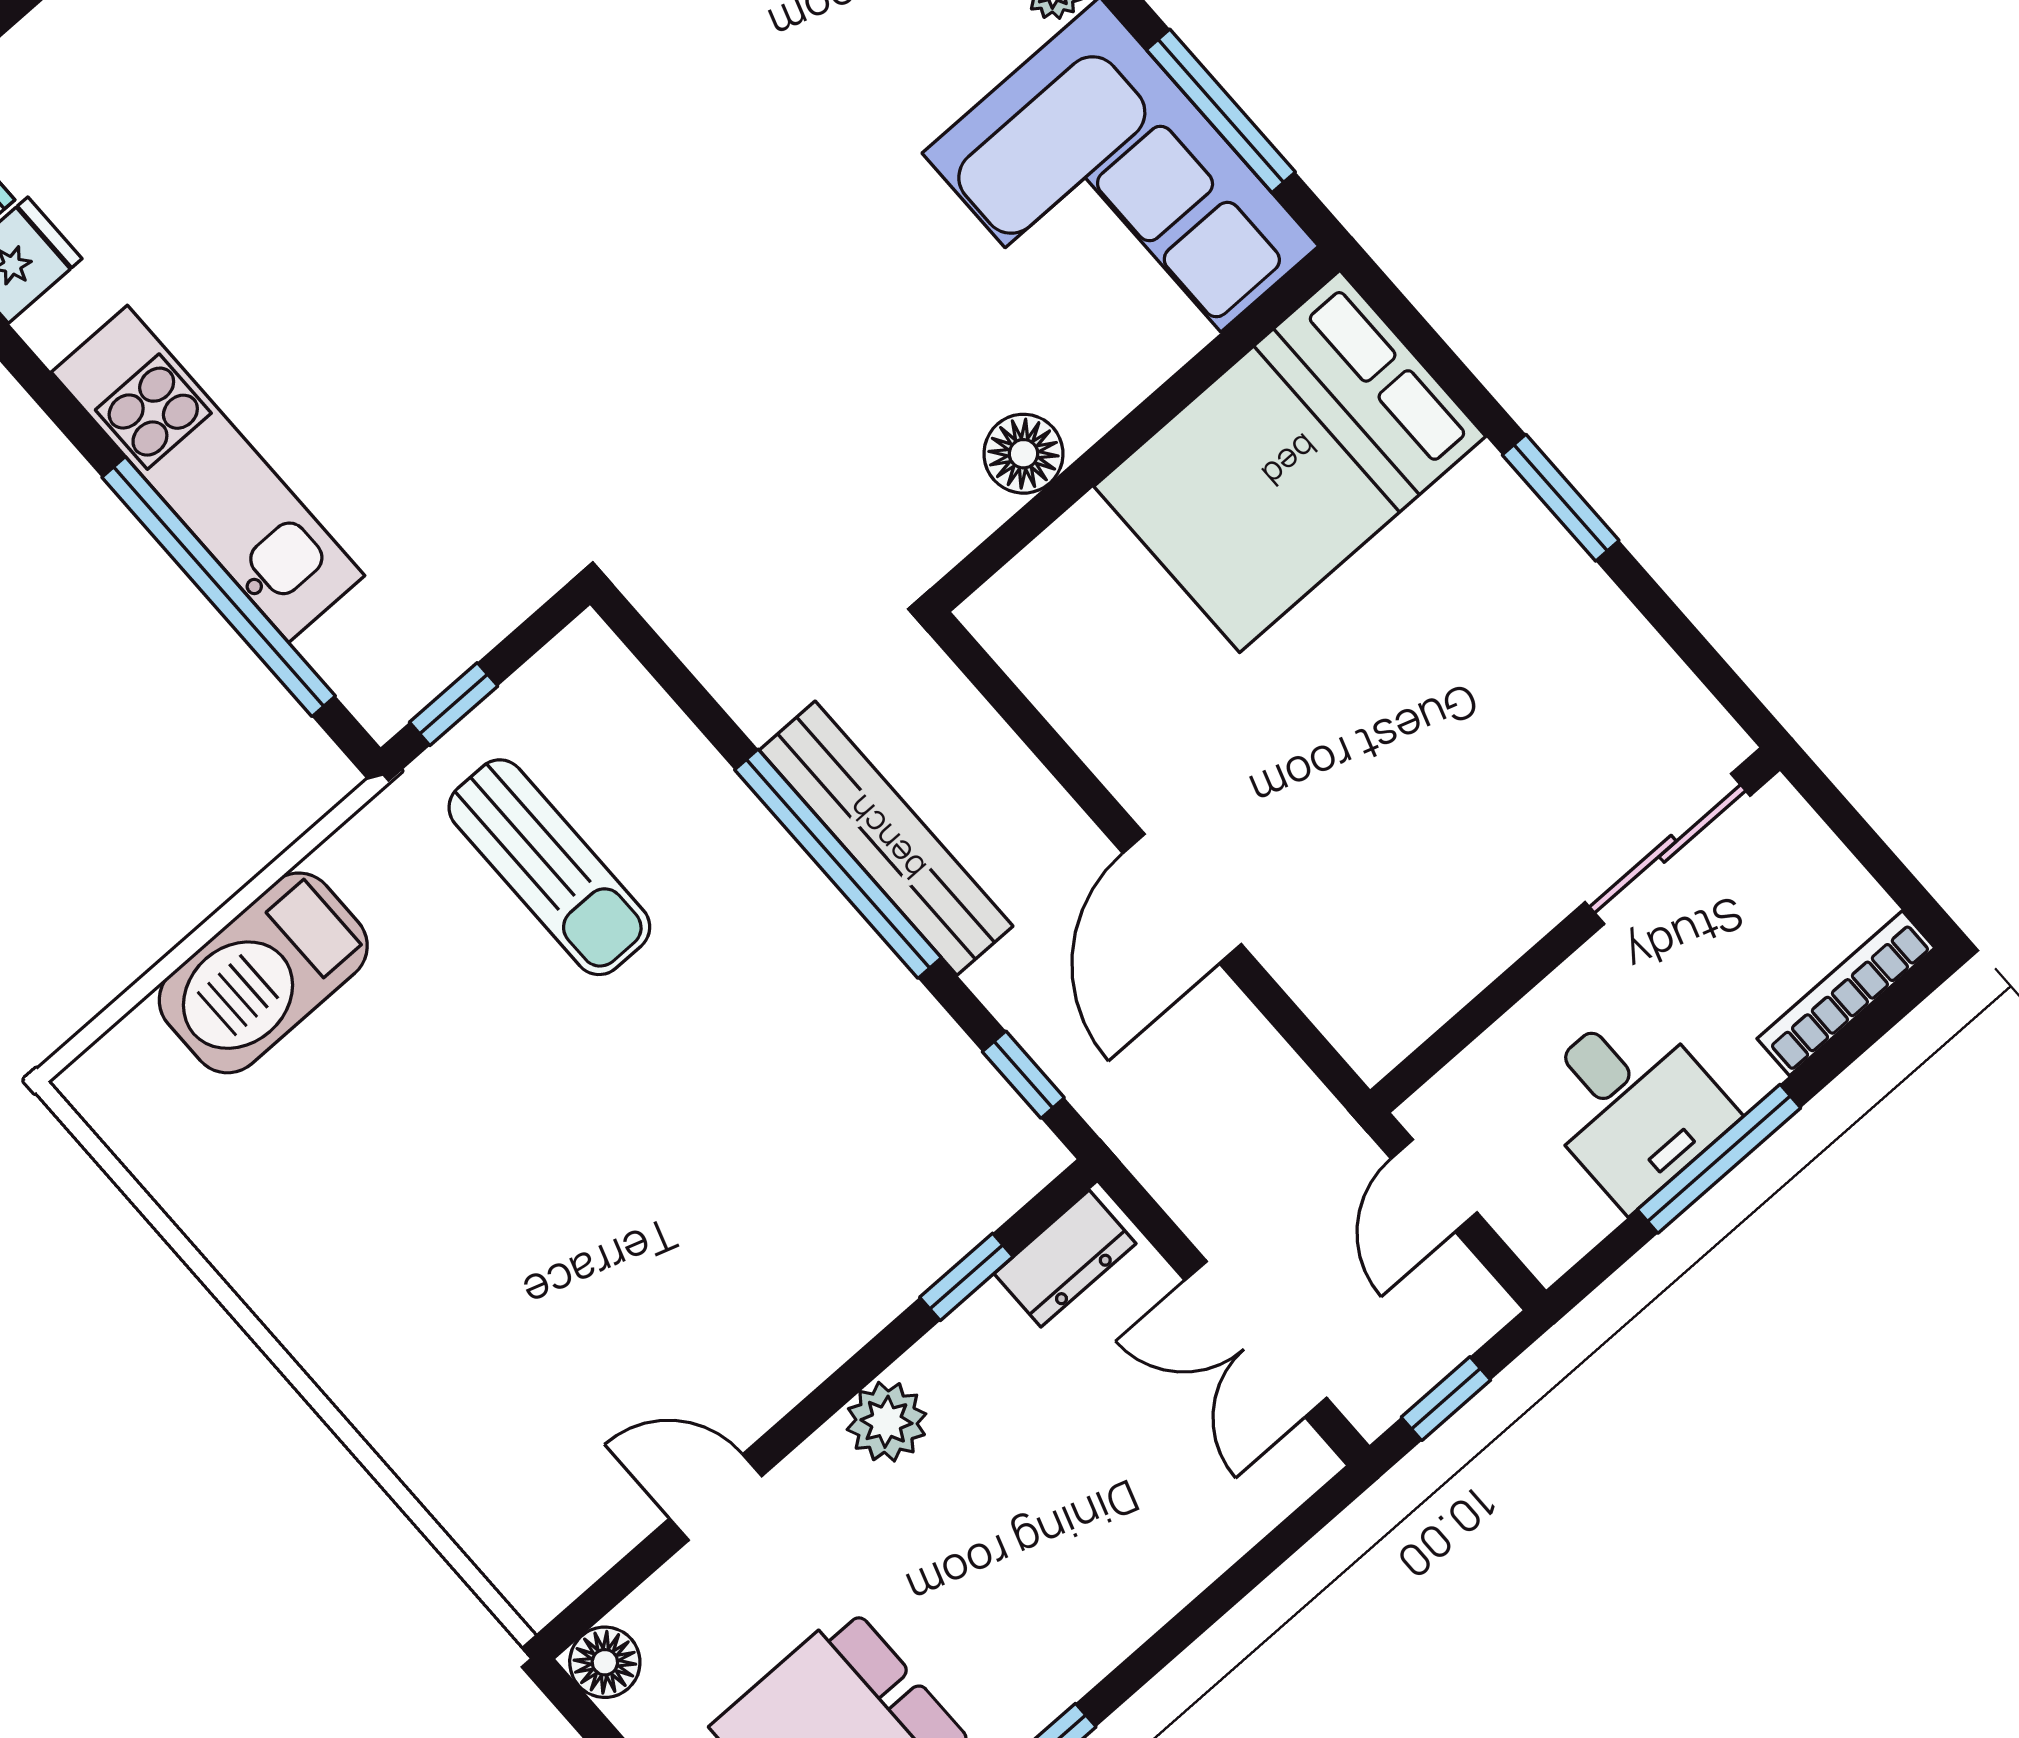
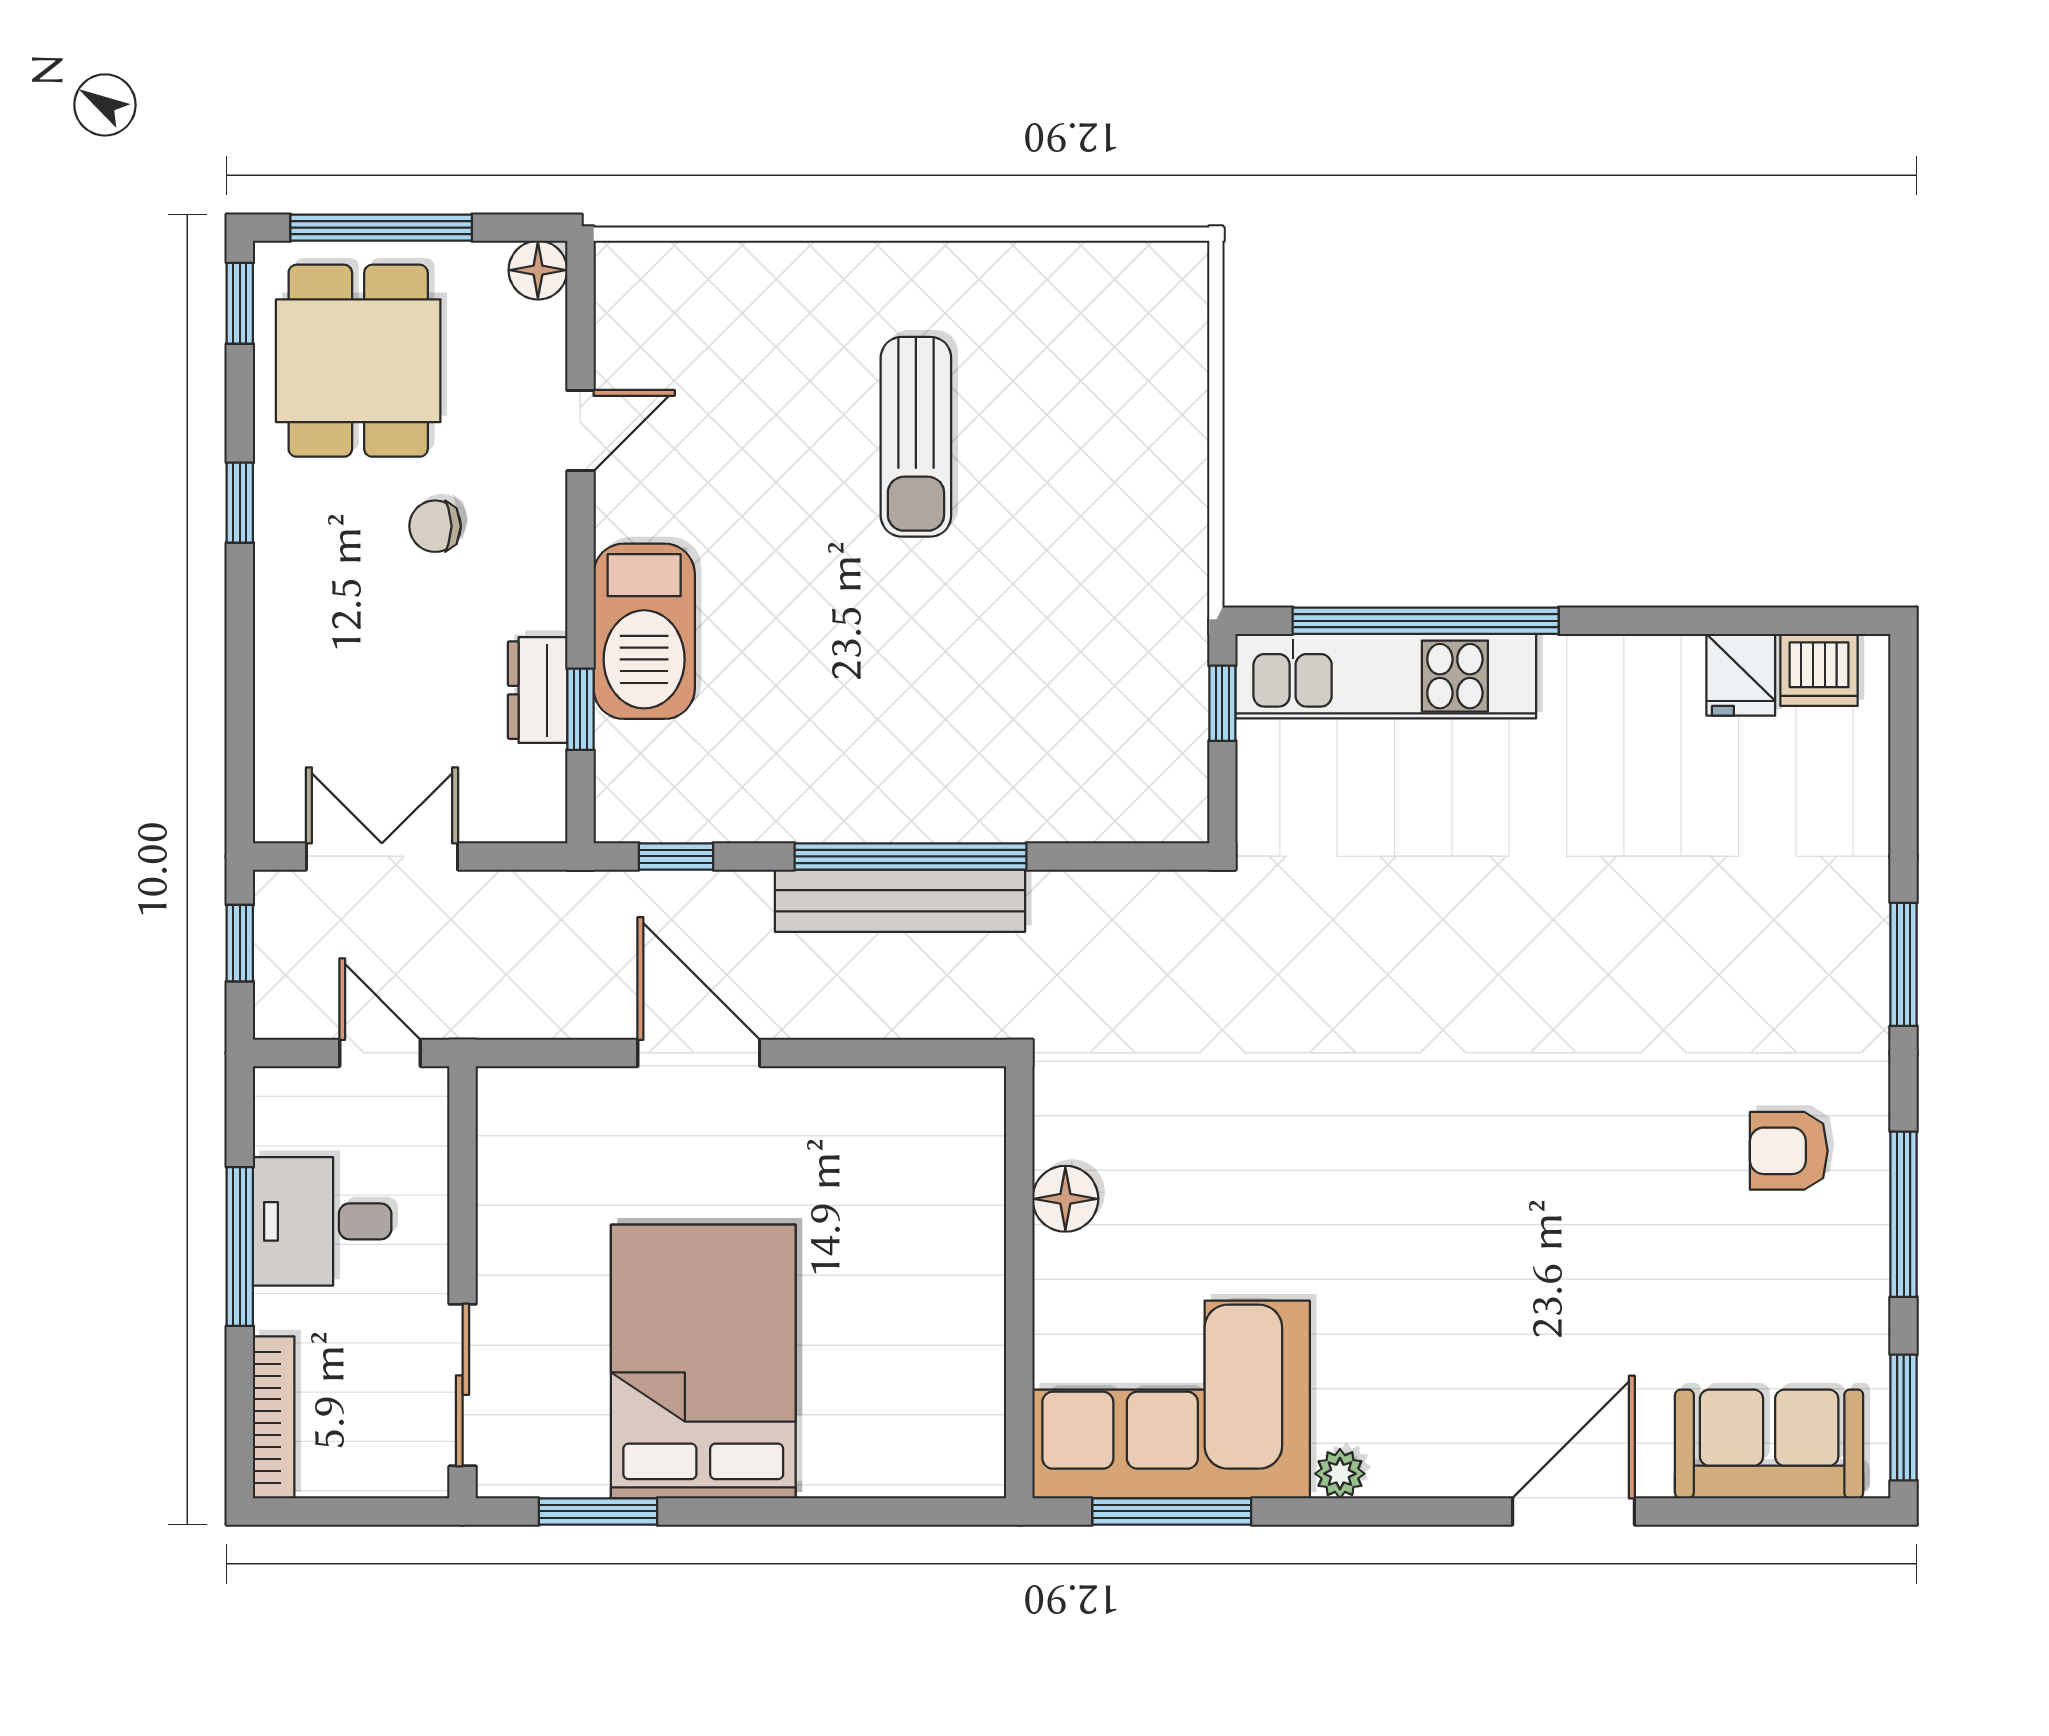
bed: (1290, 461) -> (703, 1362), moved
kitchen unit: (208, 474) -> (1386, 676), moved
window: (1561, 498) -> (598, 1511), moved
sun lounger: (549, 867) -> (916, 437), moved, turned -90
barbecue: (263, 973) -> (644, 631), moved, turned 180
dresser: (1065, 1259) -> (538, 690), moved
plant: (886, 1422) -> (534, 579), removed
chair: (917, 1552) -> (435, 526), added

